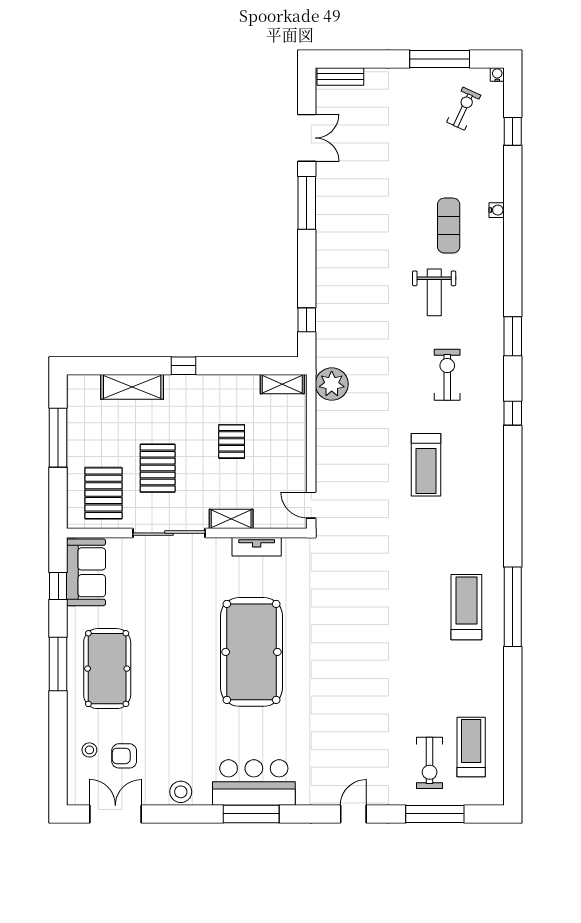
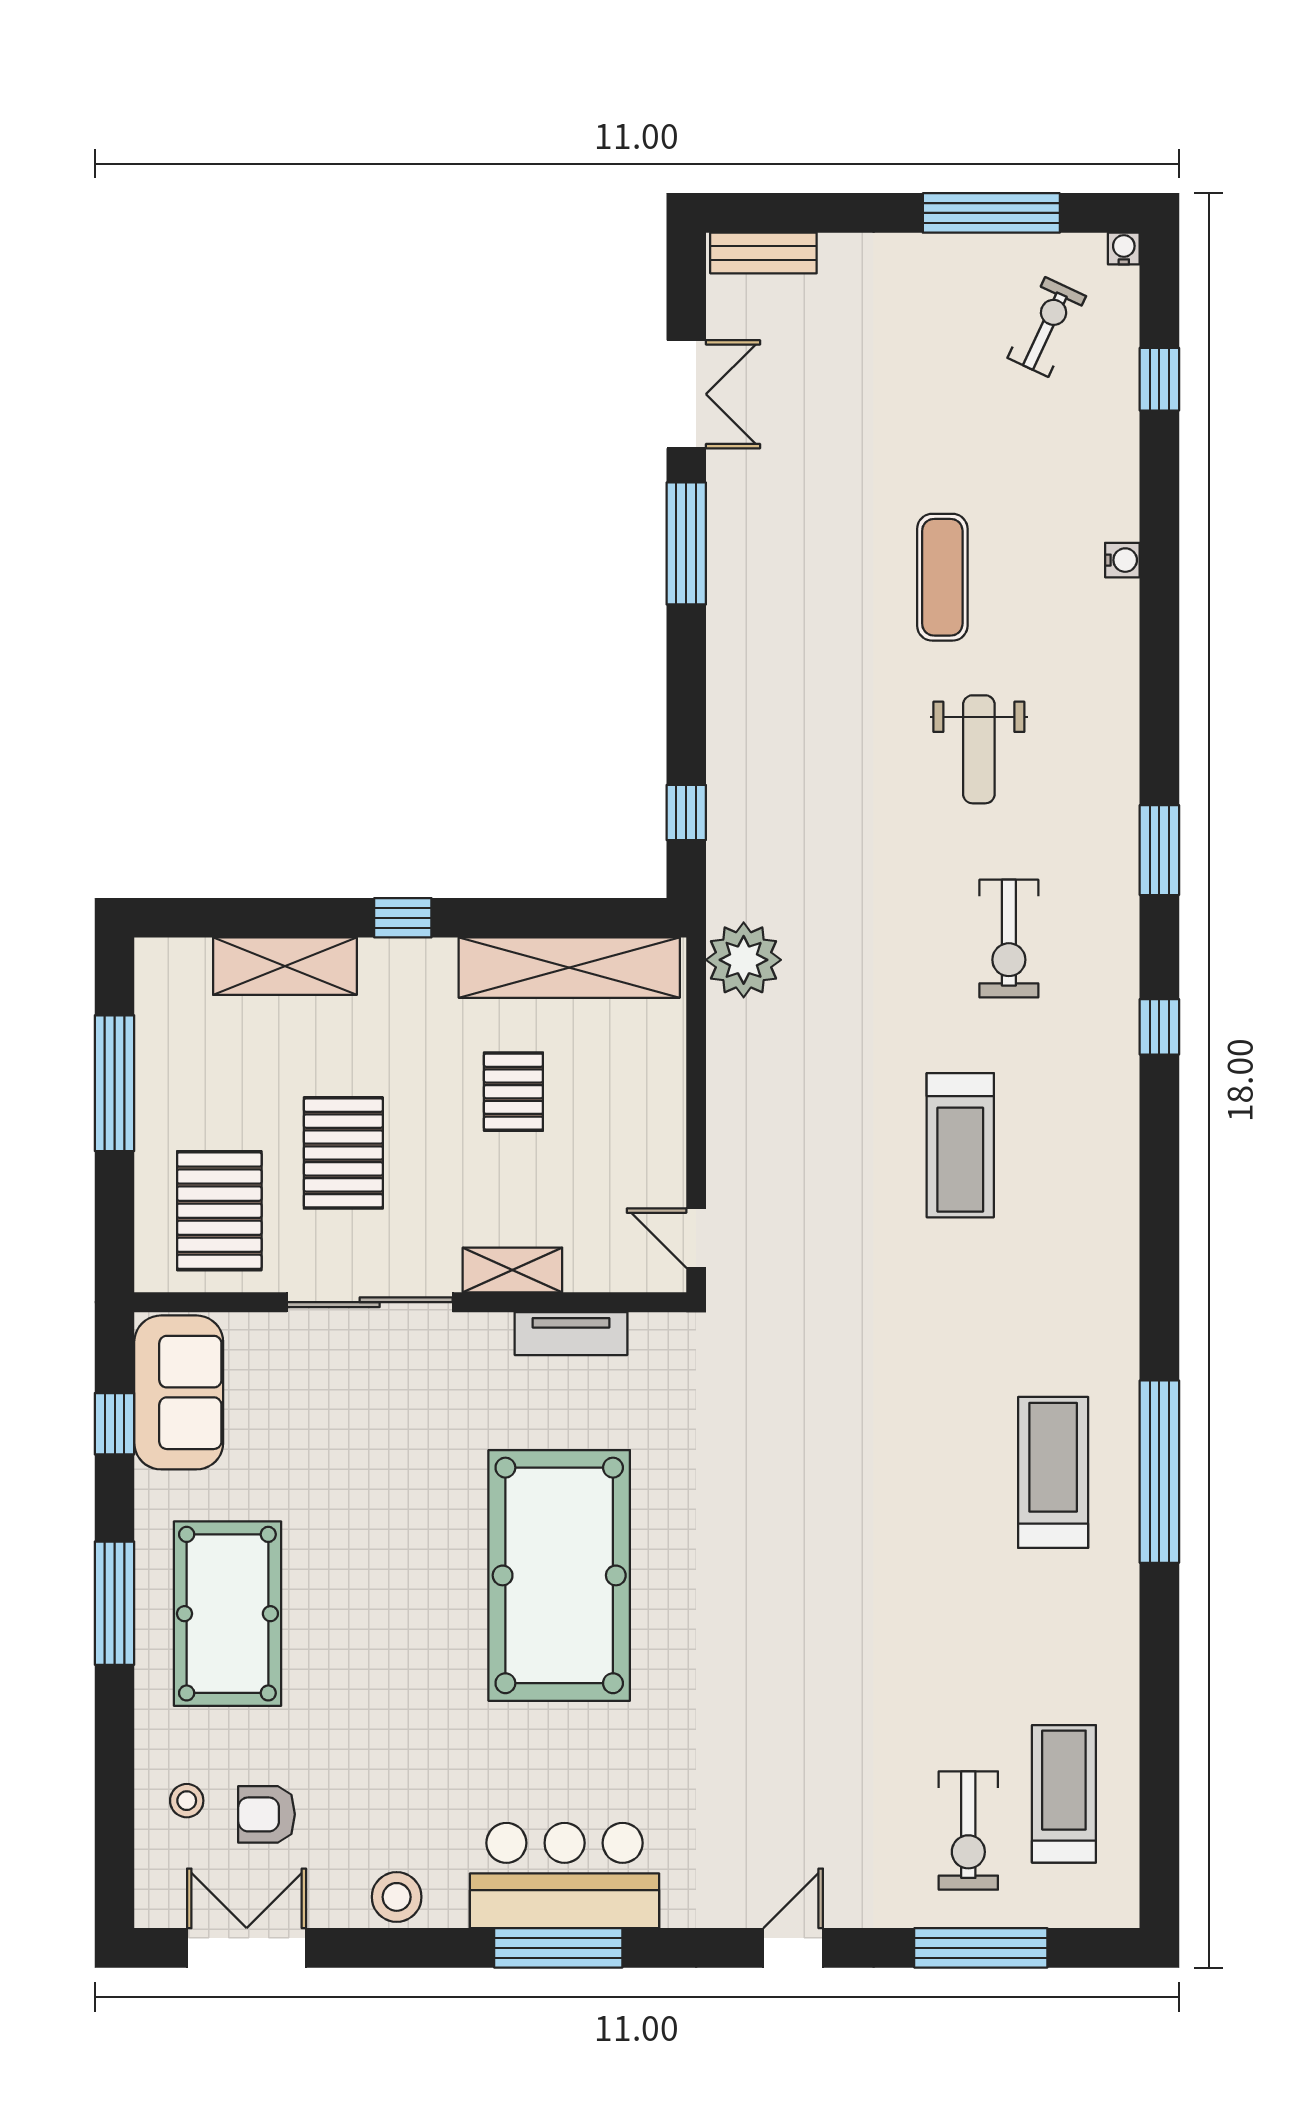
exercise mat: (449, 226) -> (942, 577), moved
exercise bike: (447, 375) -> (1009, 939), turned 180
shelving: (282, 384) -> (569, 968), width x2.20, depth x1.33

